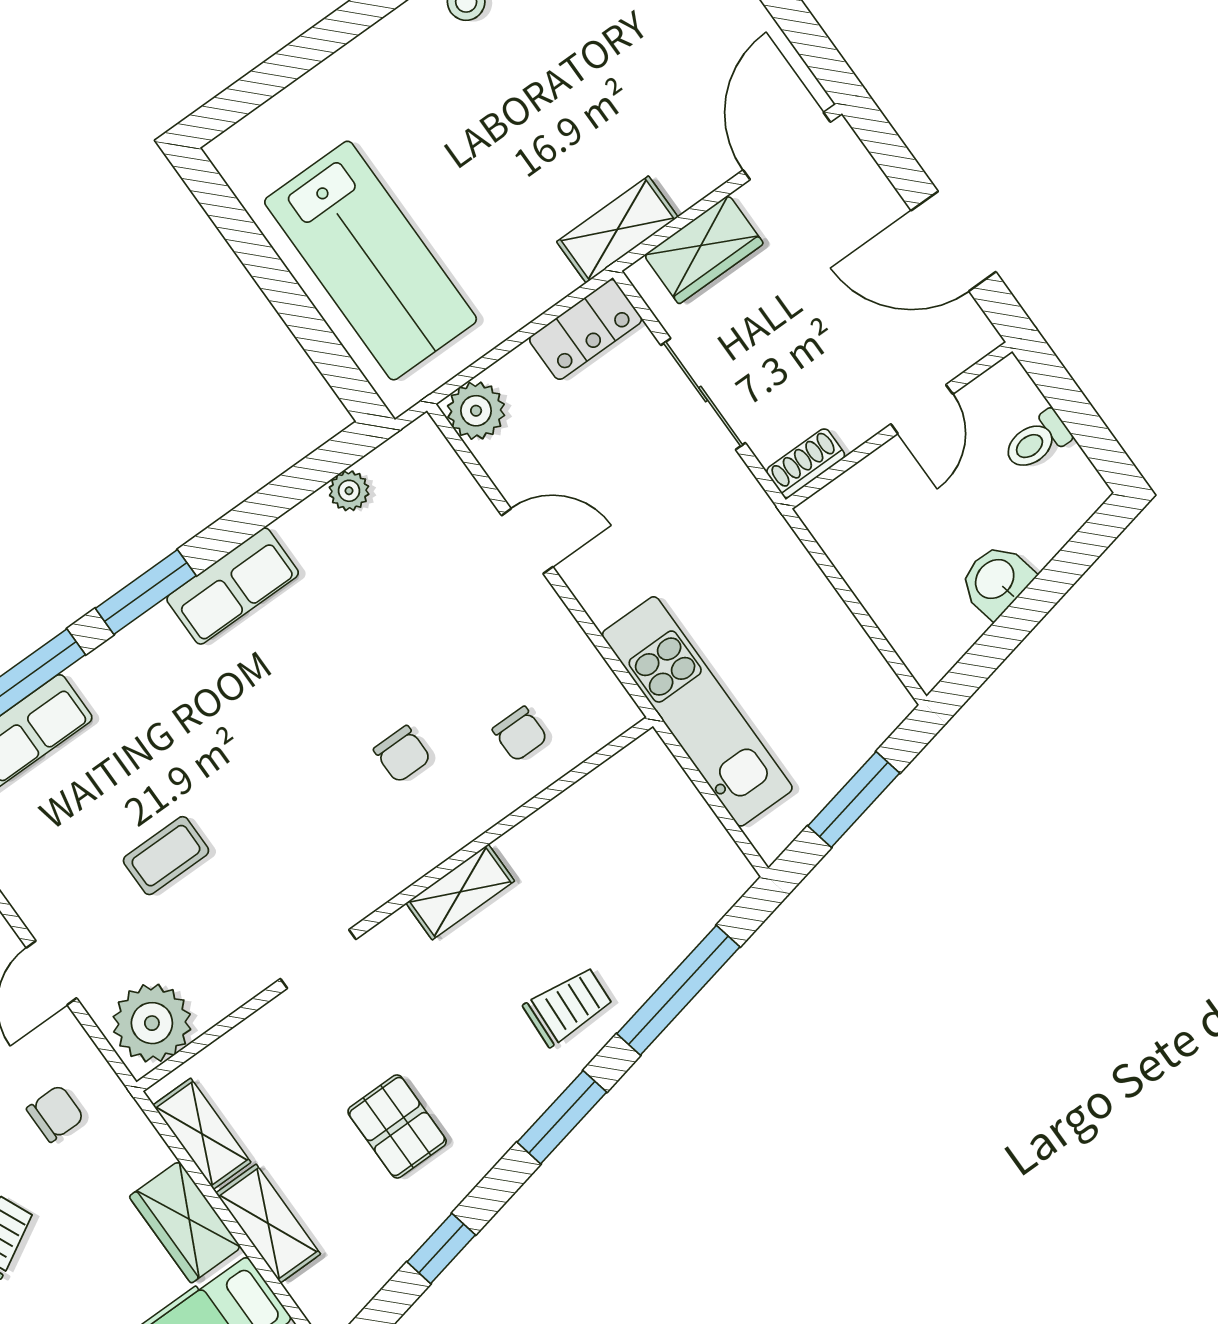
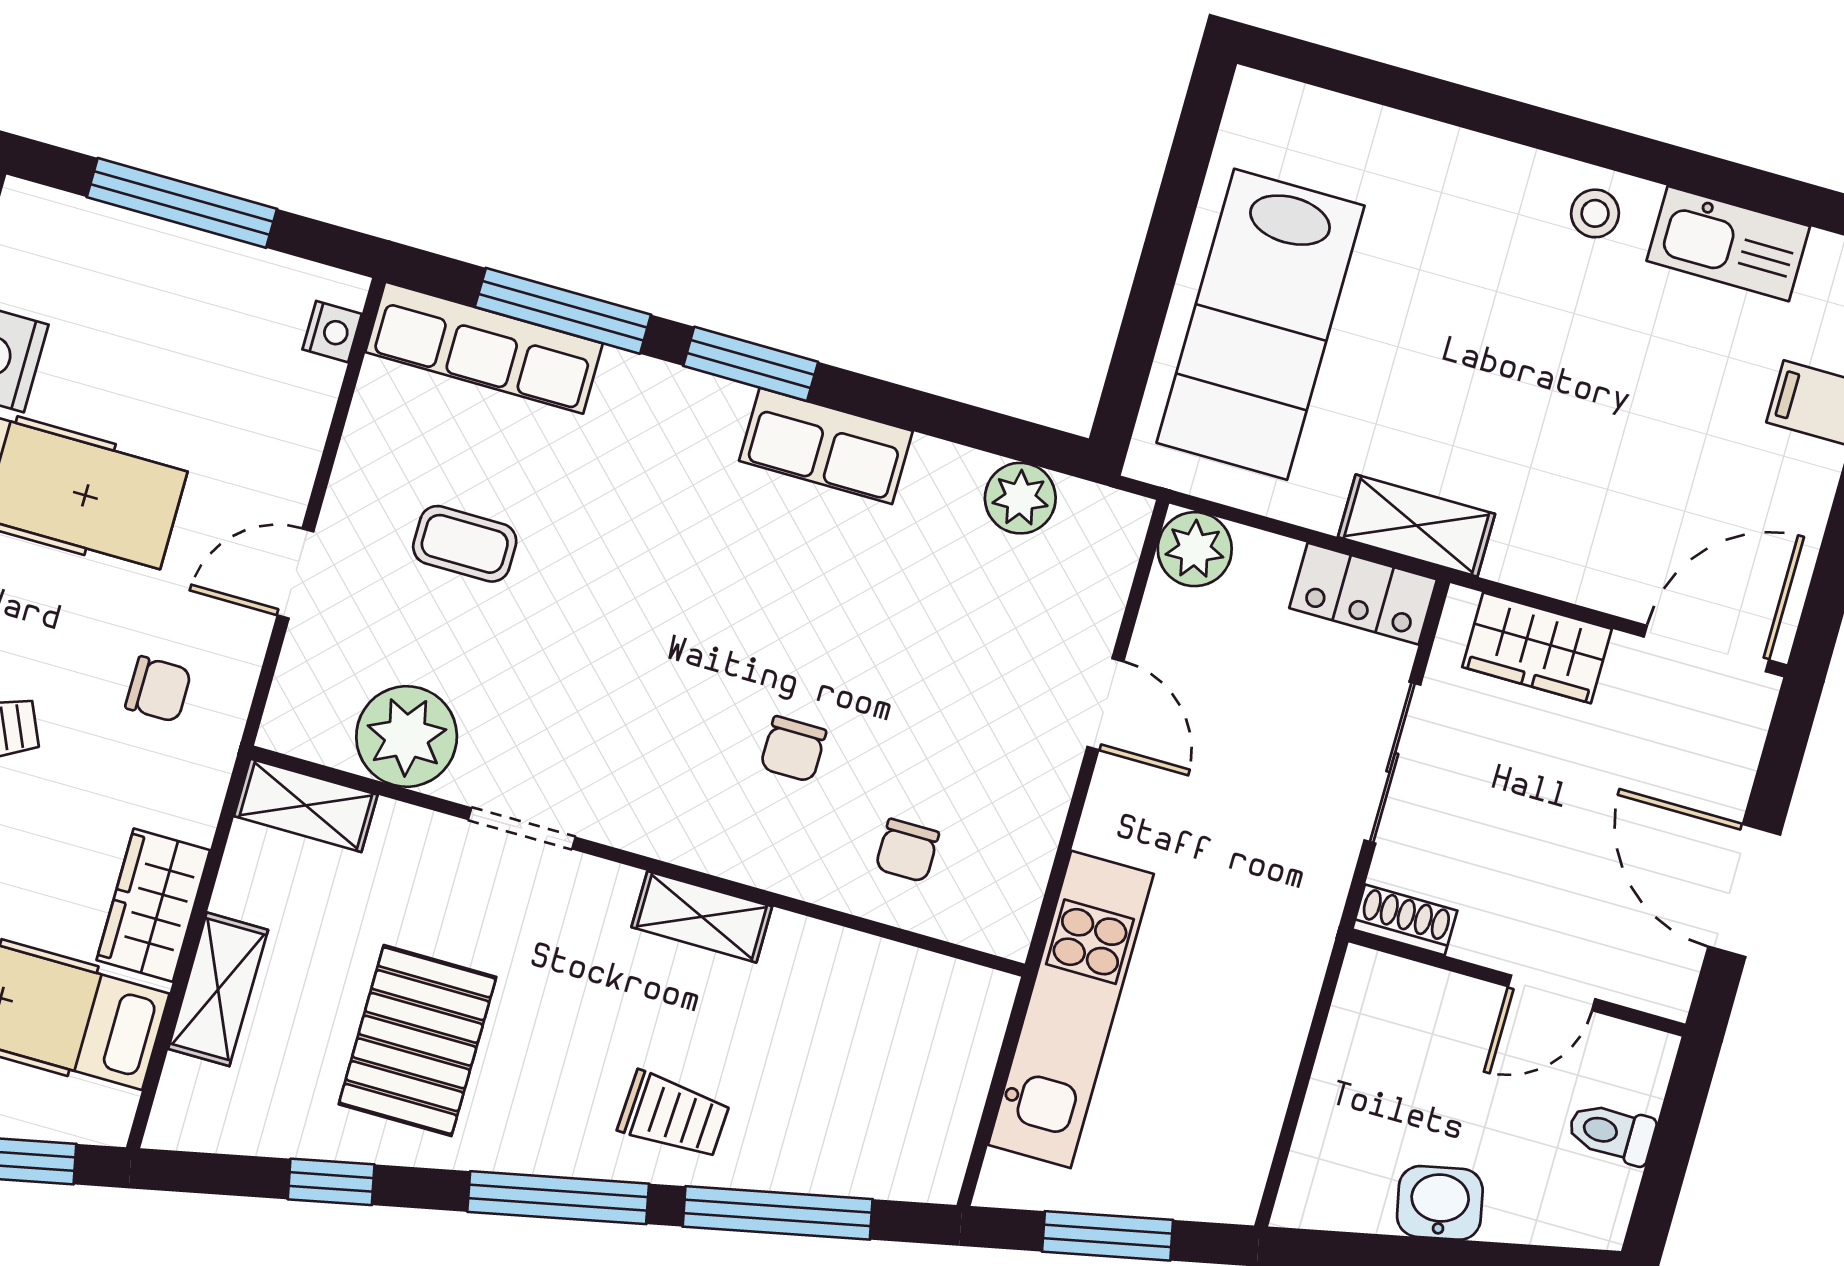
shelving: (617, 229) -> (1417, 526), moved
plant: (349, 491) -> (1020, 498), width x1.38, depth x1.38
coffee table: (166, 856) -> (465, 544), moved
plant: (152, 1023) -> (407, 736), moved
window: (562, 1117) -> (558, 1198), width x1.44
pallet: (397, 1127) -> (418, 1041), width x1.50, depth x1.42
shelving: (202, 1134) -> (306, 805), moved, turned 90

